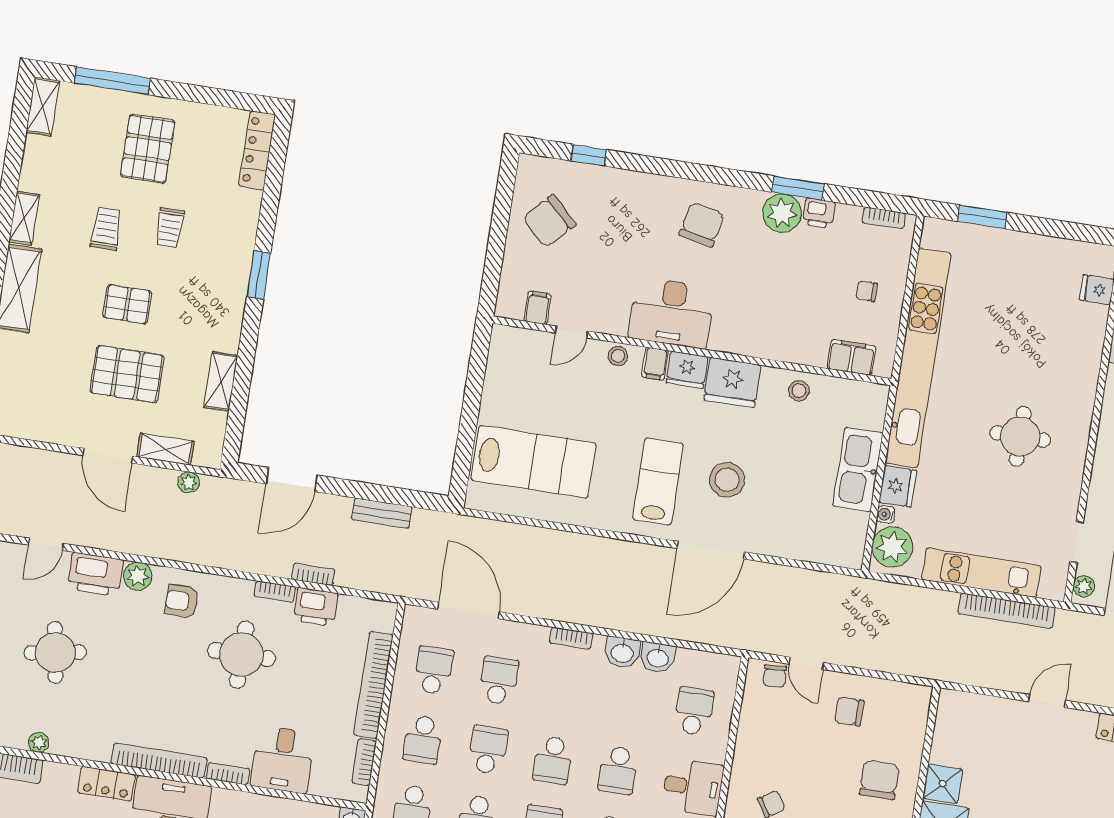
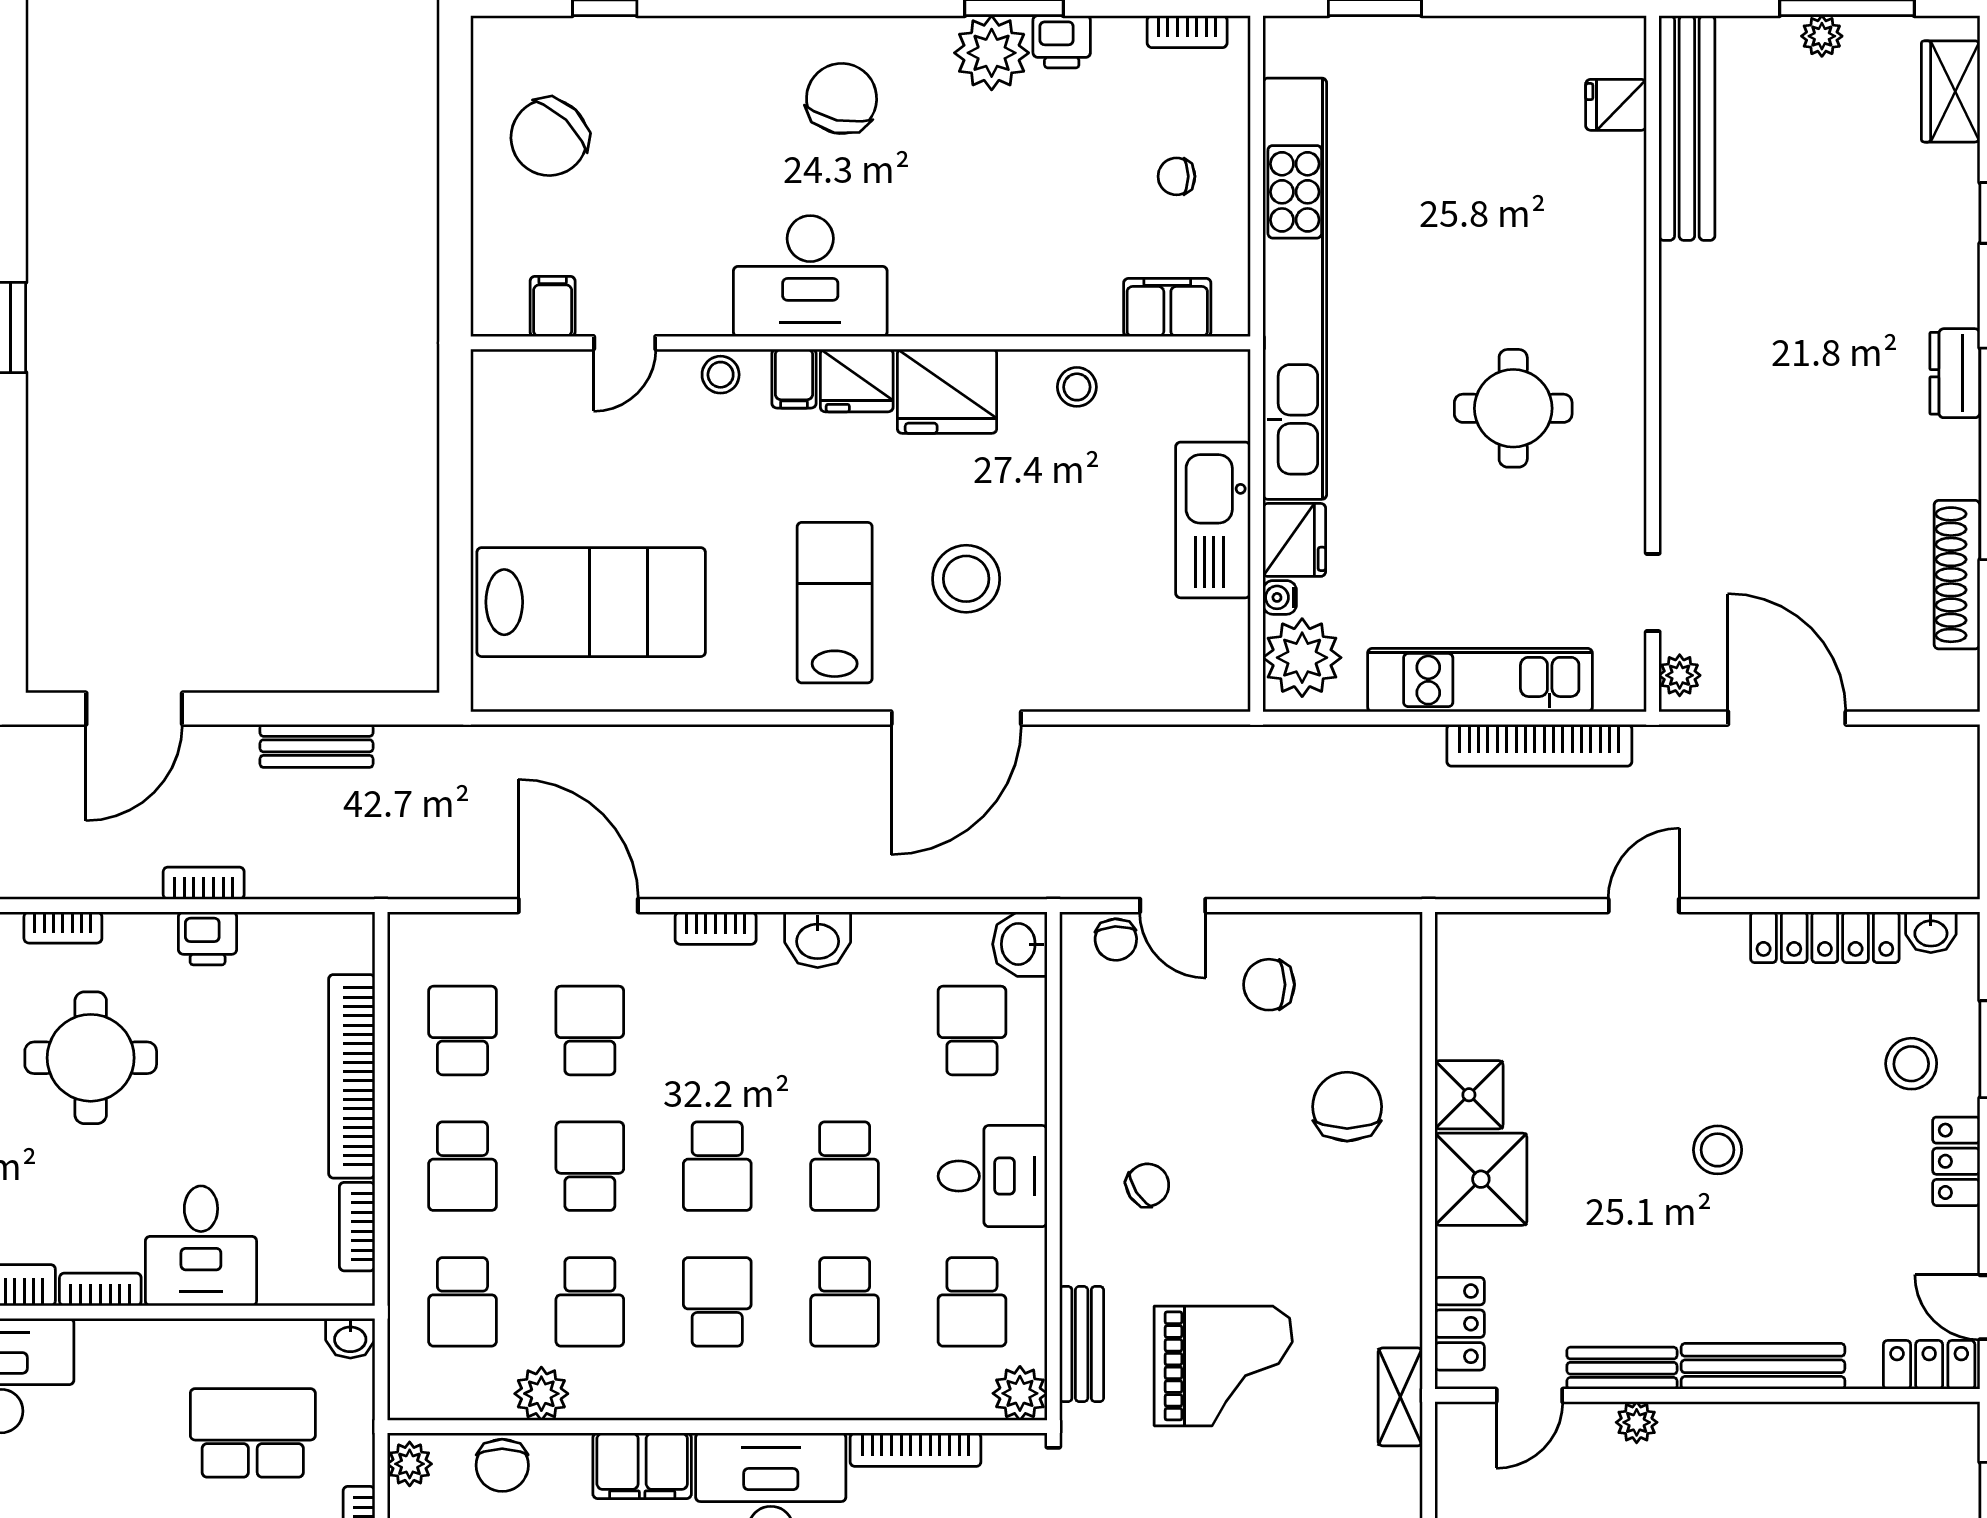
bookcase: (275, 591) -> (63, 927), moved
printer: (316, 607) -> (208, 938), width x0.73, depth x0.81
door: (469, 610) -> (578, 906), moved
washbasin: (658, 658) -> (1020, 944), moved, turned 90

